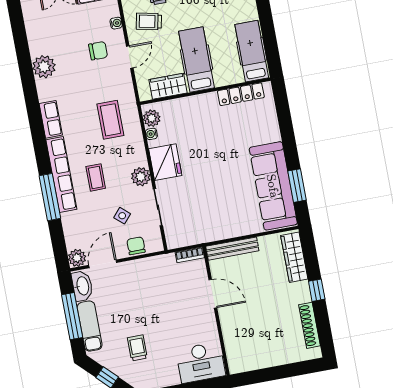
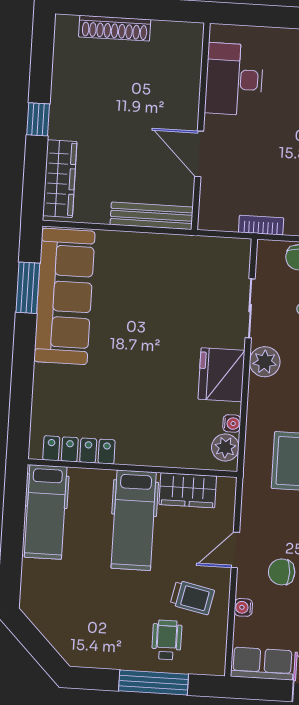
bookcase: (190, 255) -> (261, 225), moved
shoe rack: (309, 325) -> (115, 28), moved, turned 90
desk: (201, 362) -> (234, 79), moved, turned -90

